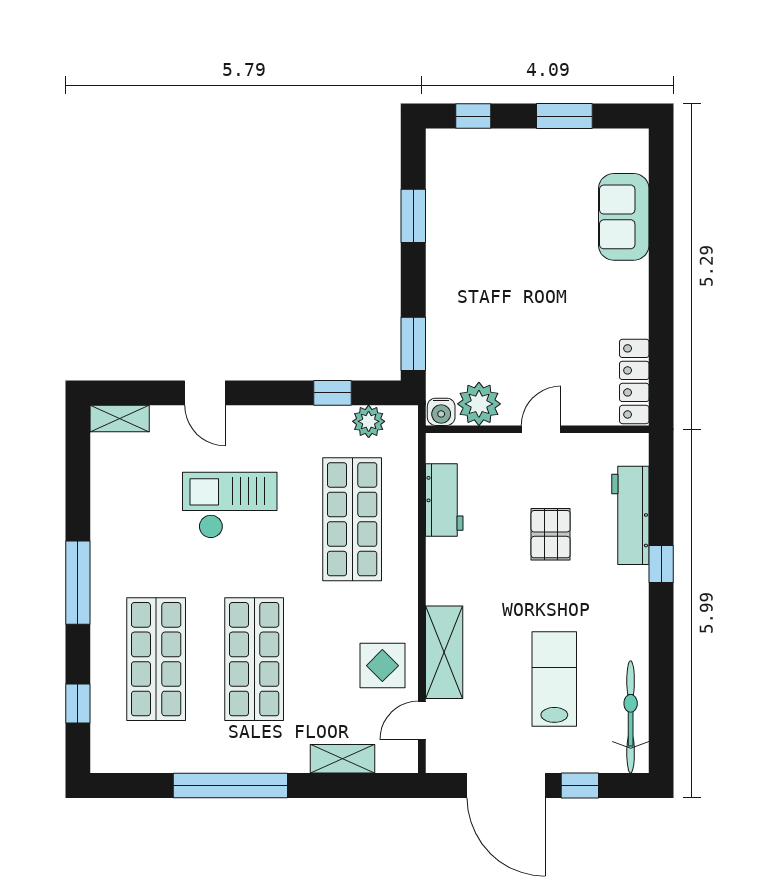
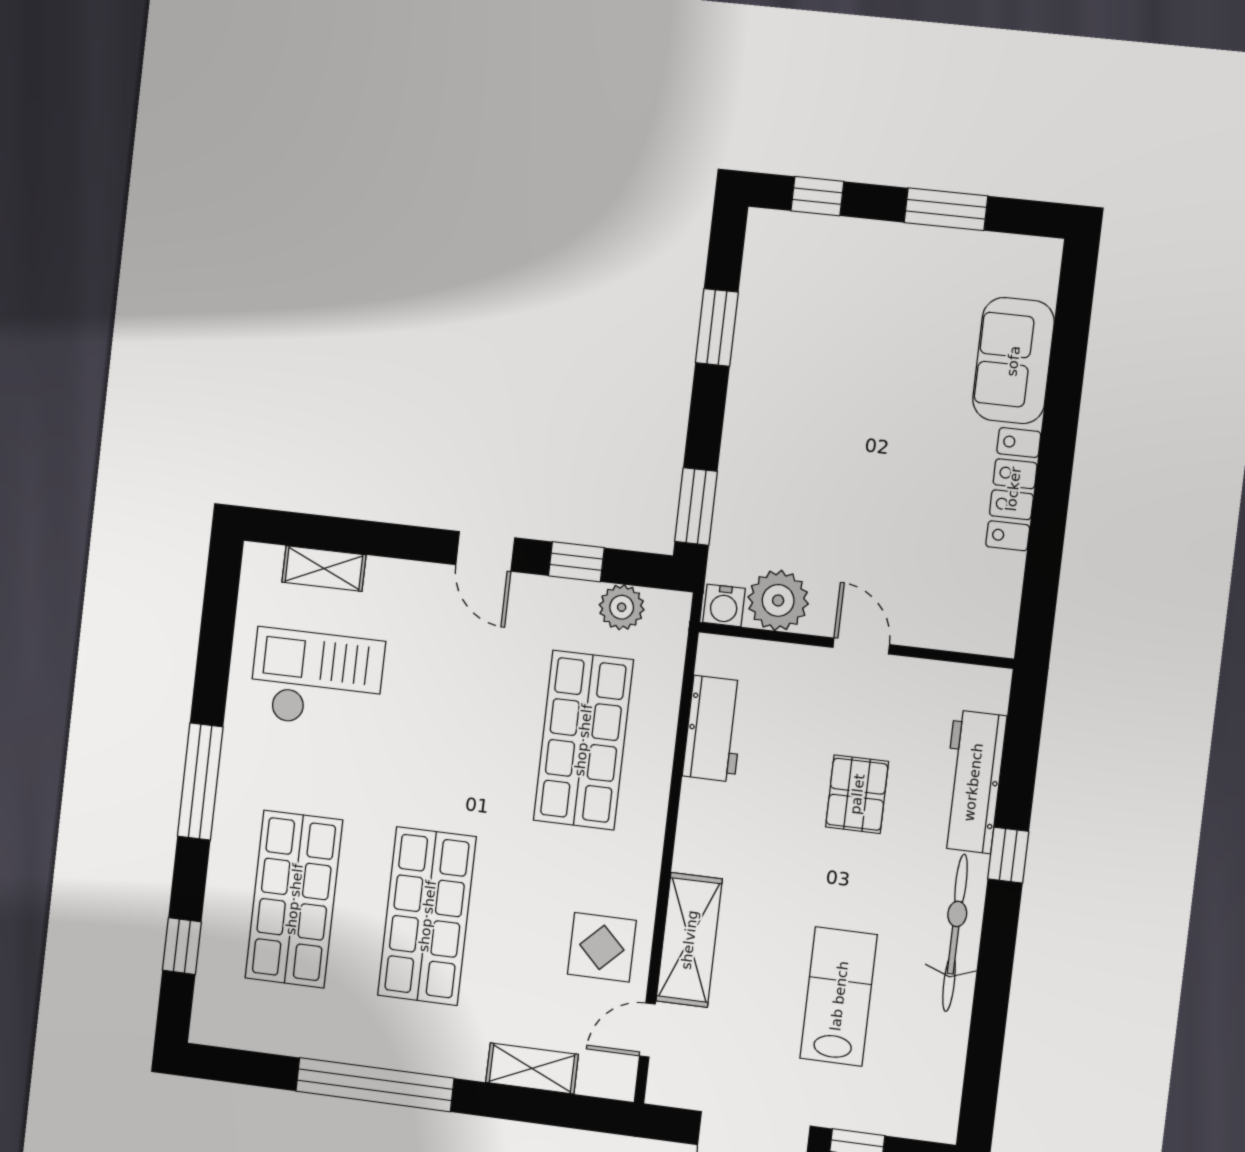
locker: (634, 381) -> (1013, 489), moved
door: (205, 393) -> (485, 551), moved
shelving: (120, 418) -> (324, 568), moved
door: (541, 429) -> (861, 646), hinge flipped
checkout: (230, 505) -> (317, 679), moved
bicycle: (631, 717) -> (955, 933), moved

